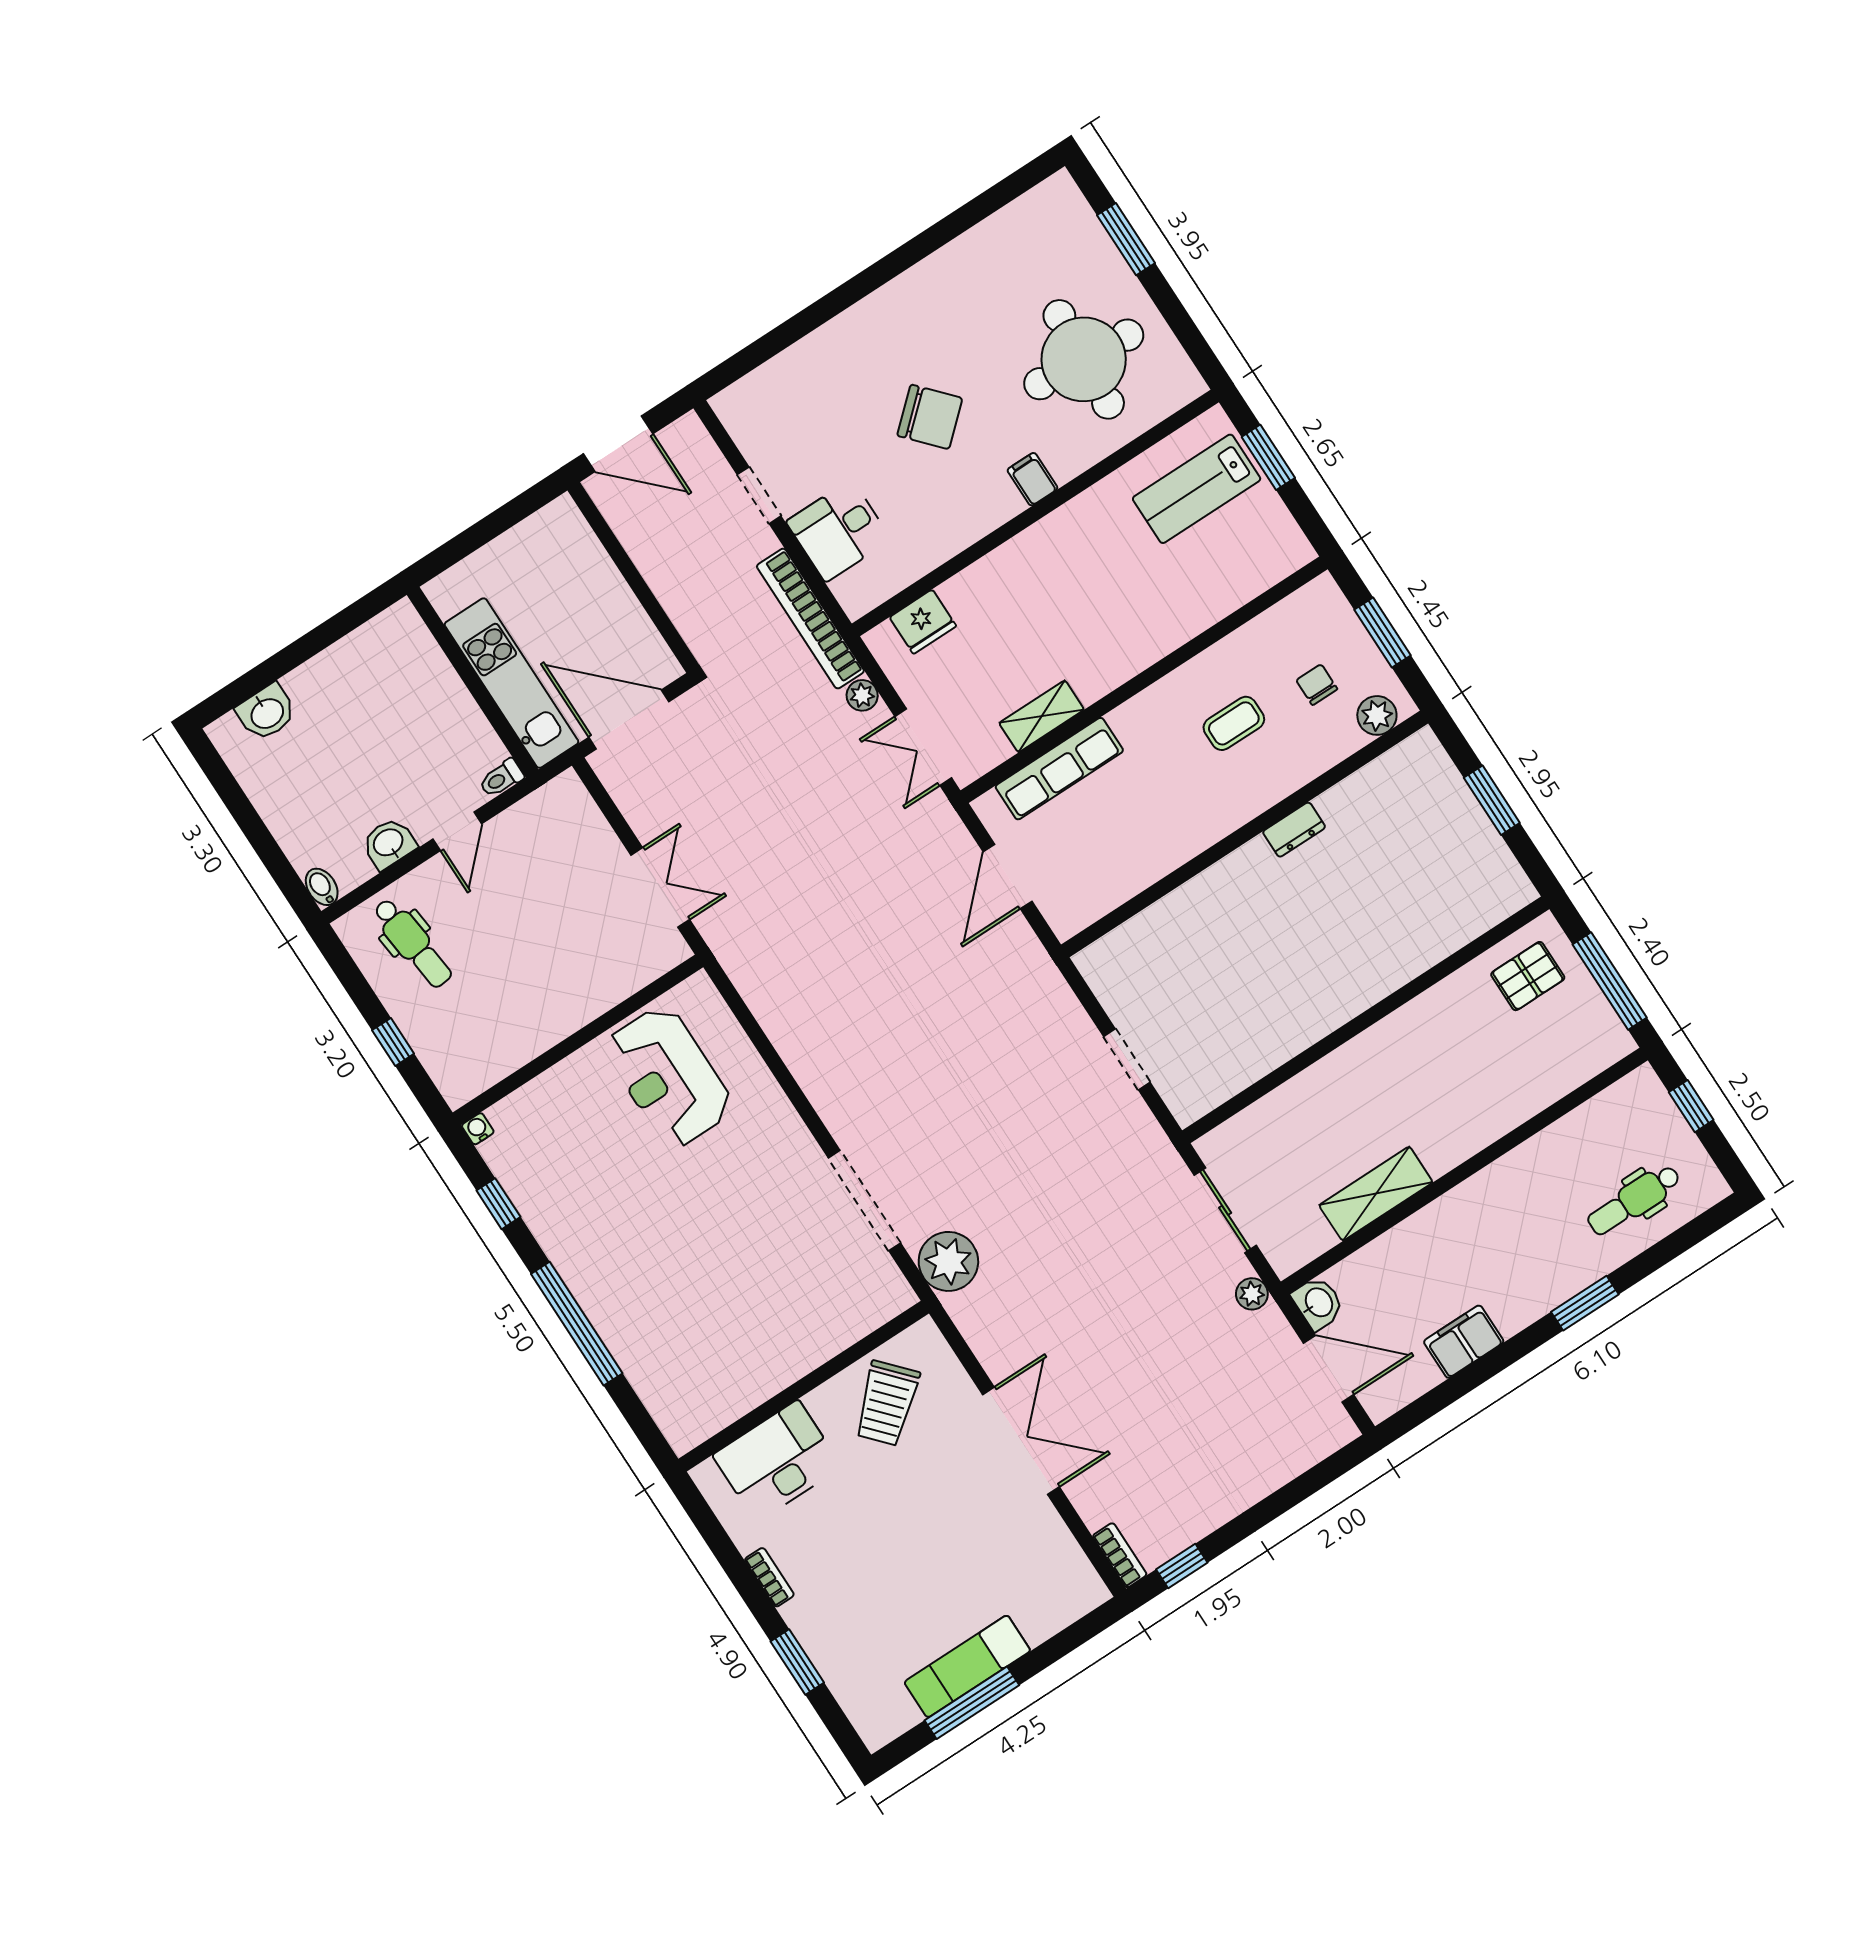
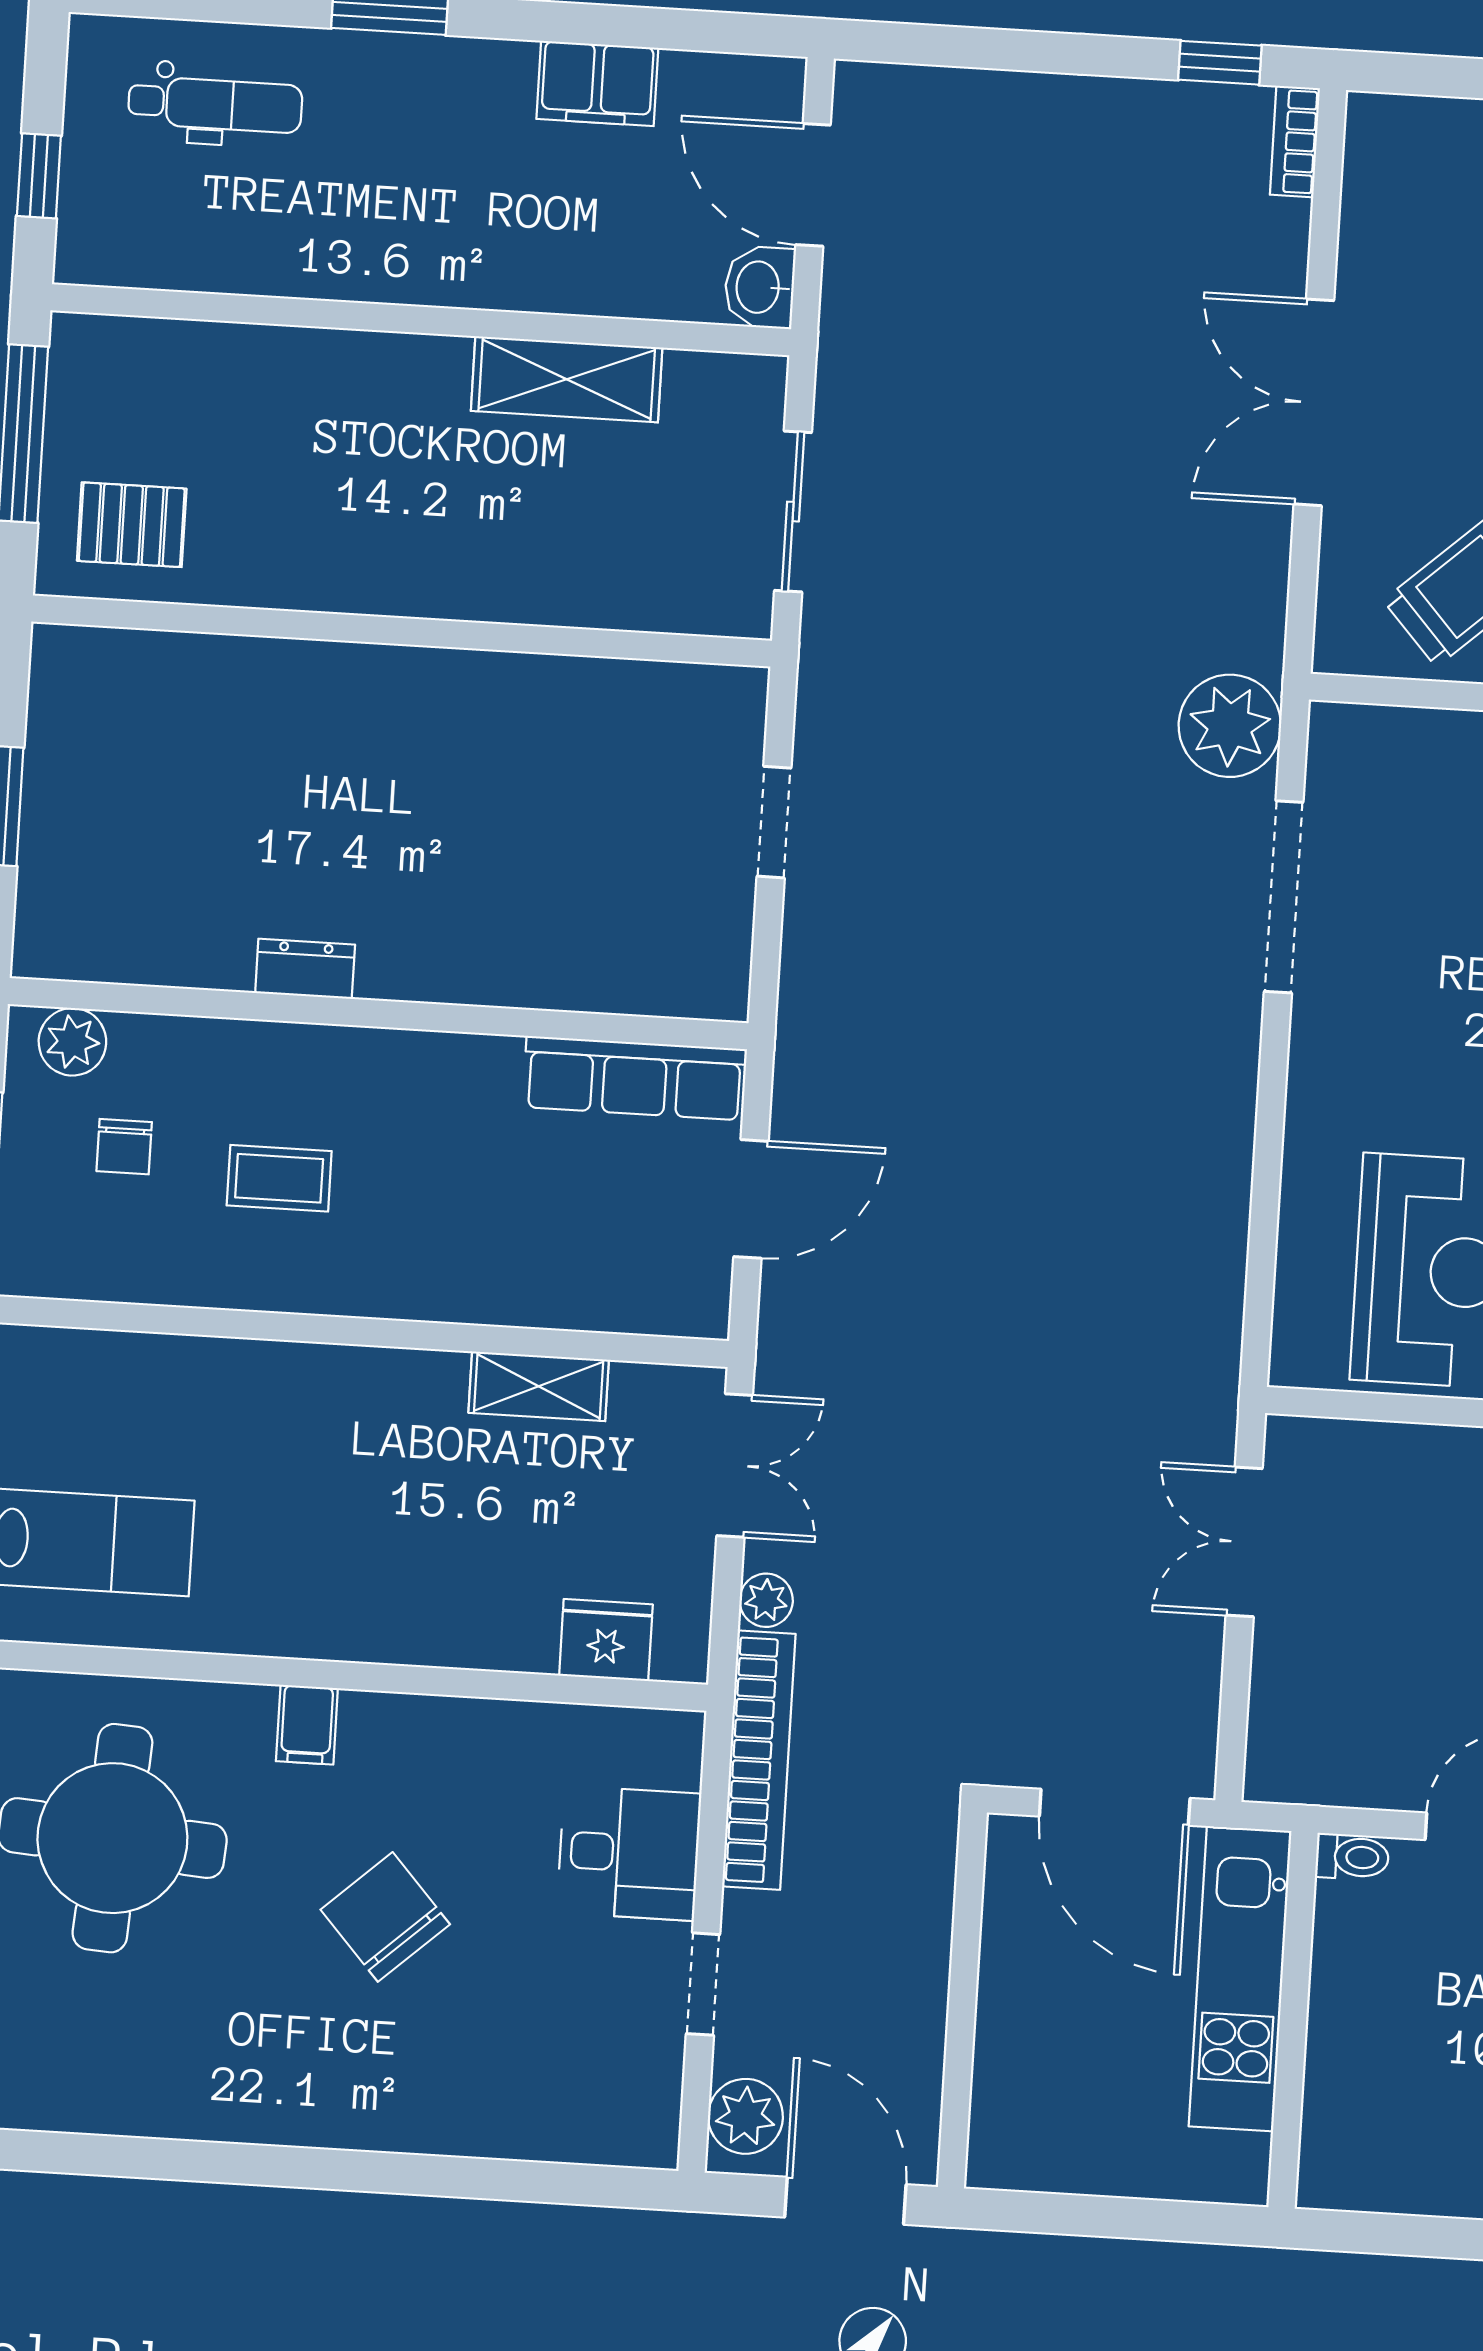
row of seats: (1059, 769) -> (635, 1078), moved, turned 180
plant: (1252, 1294) -> (745, 2116), moved, width x1.38, depth x1.38

